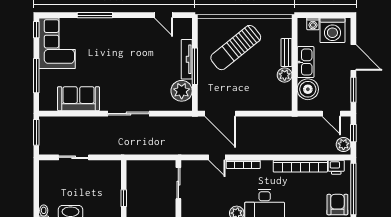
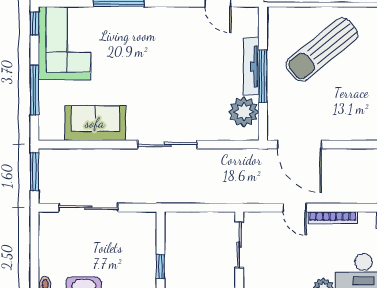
sliding door: (74, 157) -> (88, 208), width x1.37

